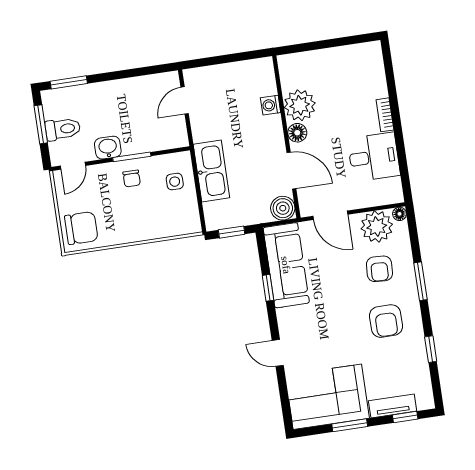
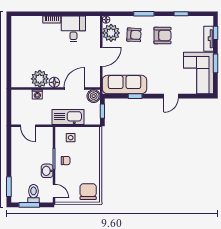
washing machine: (271, 105) -> (37, 94), moved
plant: (300, 105) -> (40, 79), moved
floor lamp: (297, 133) -> (54, 82), moved
wall: (286, 137) -> (56, 88), moved
door: (291, 171) -> (74, 88), moved
boiler: (283, 208) -> (94, 96), moved

